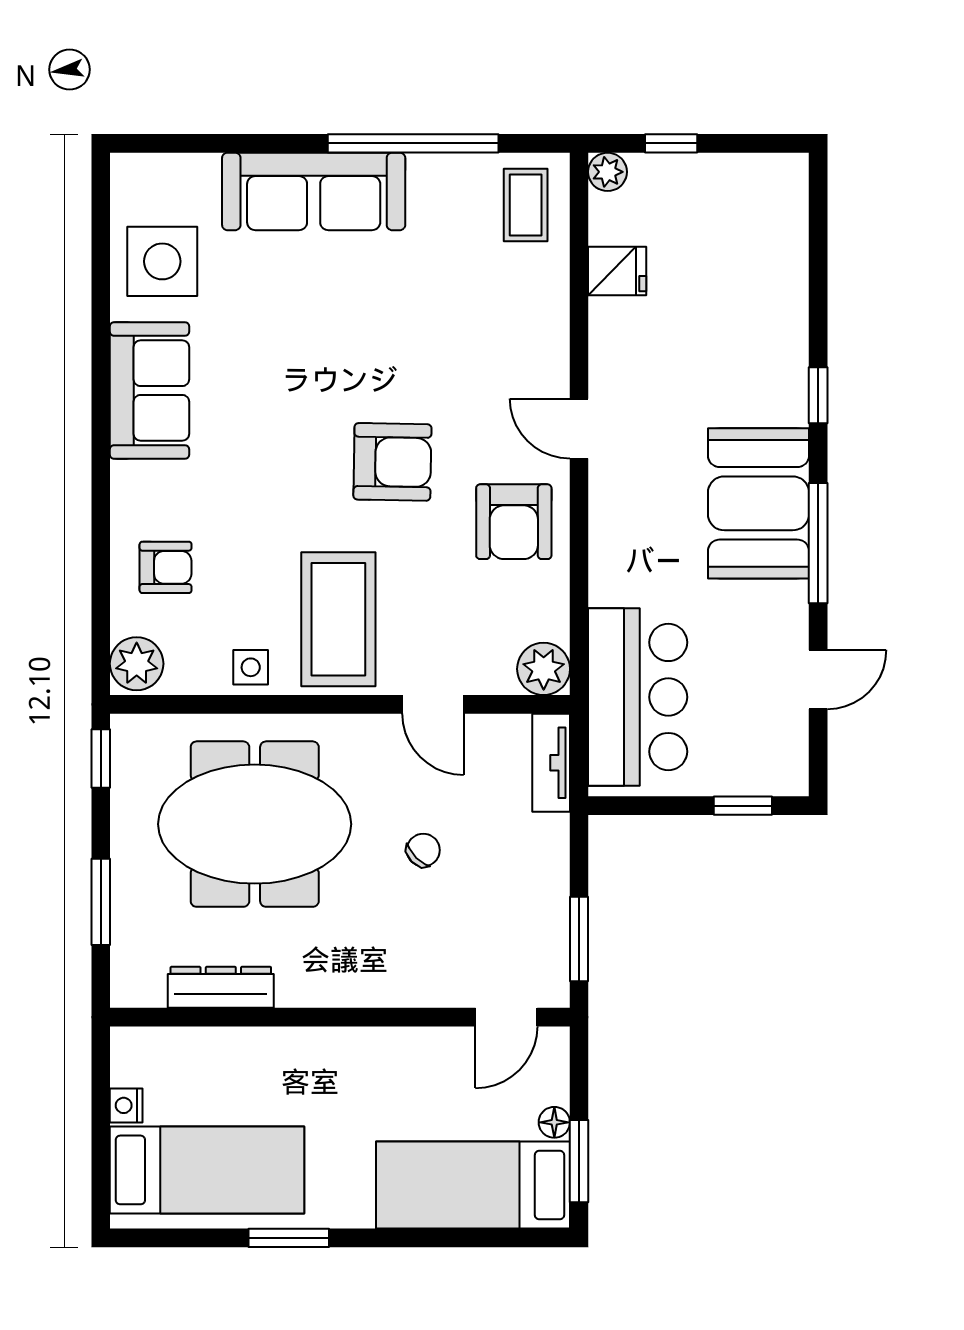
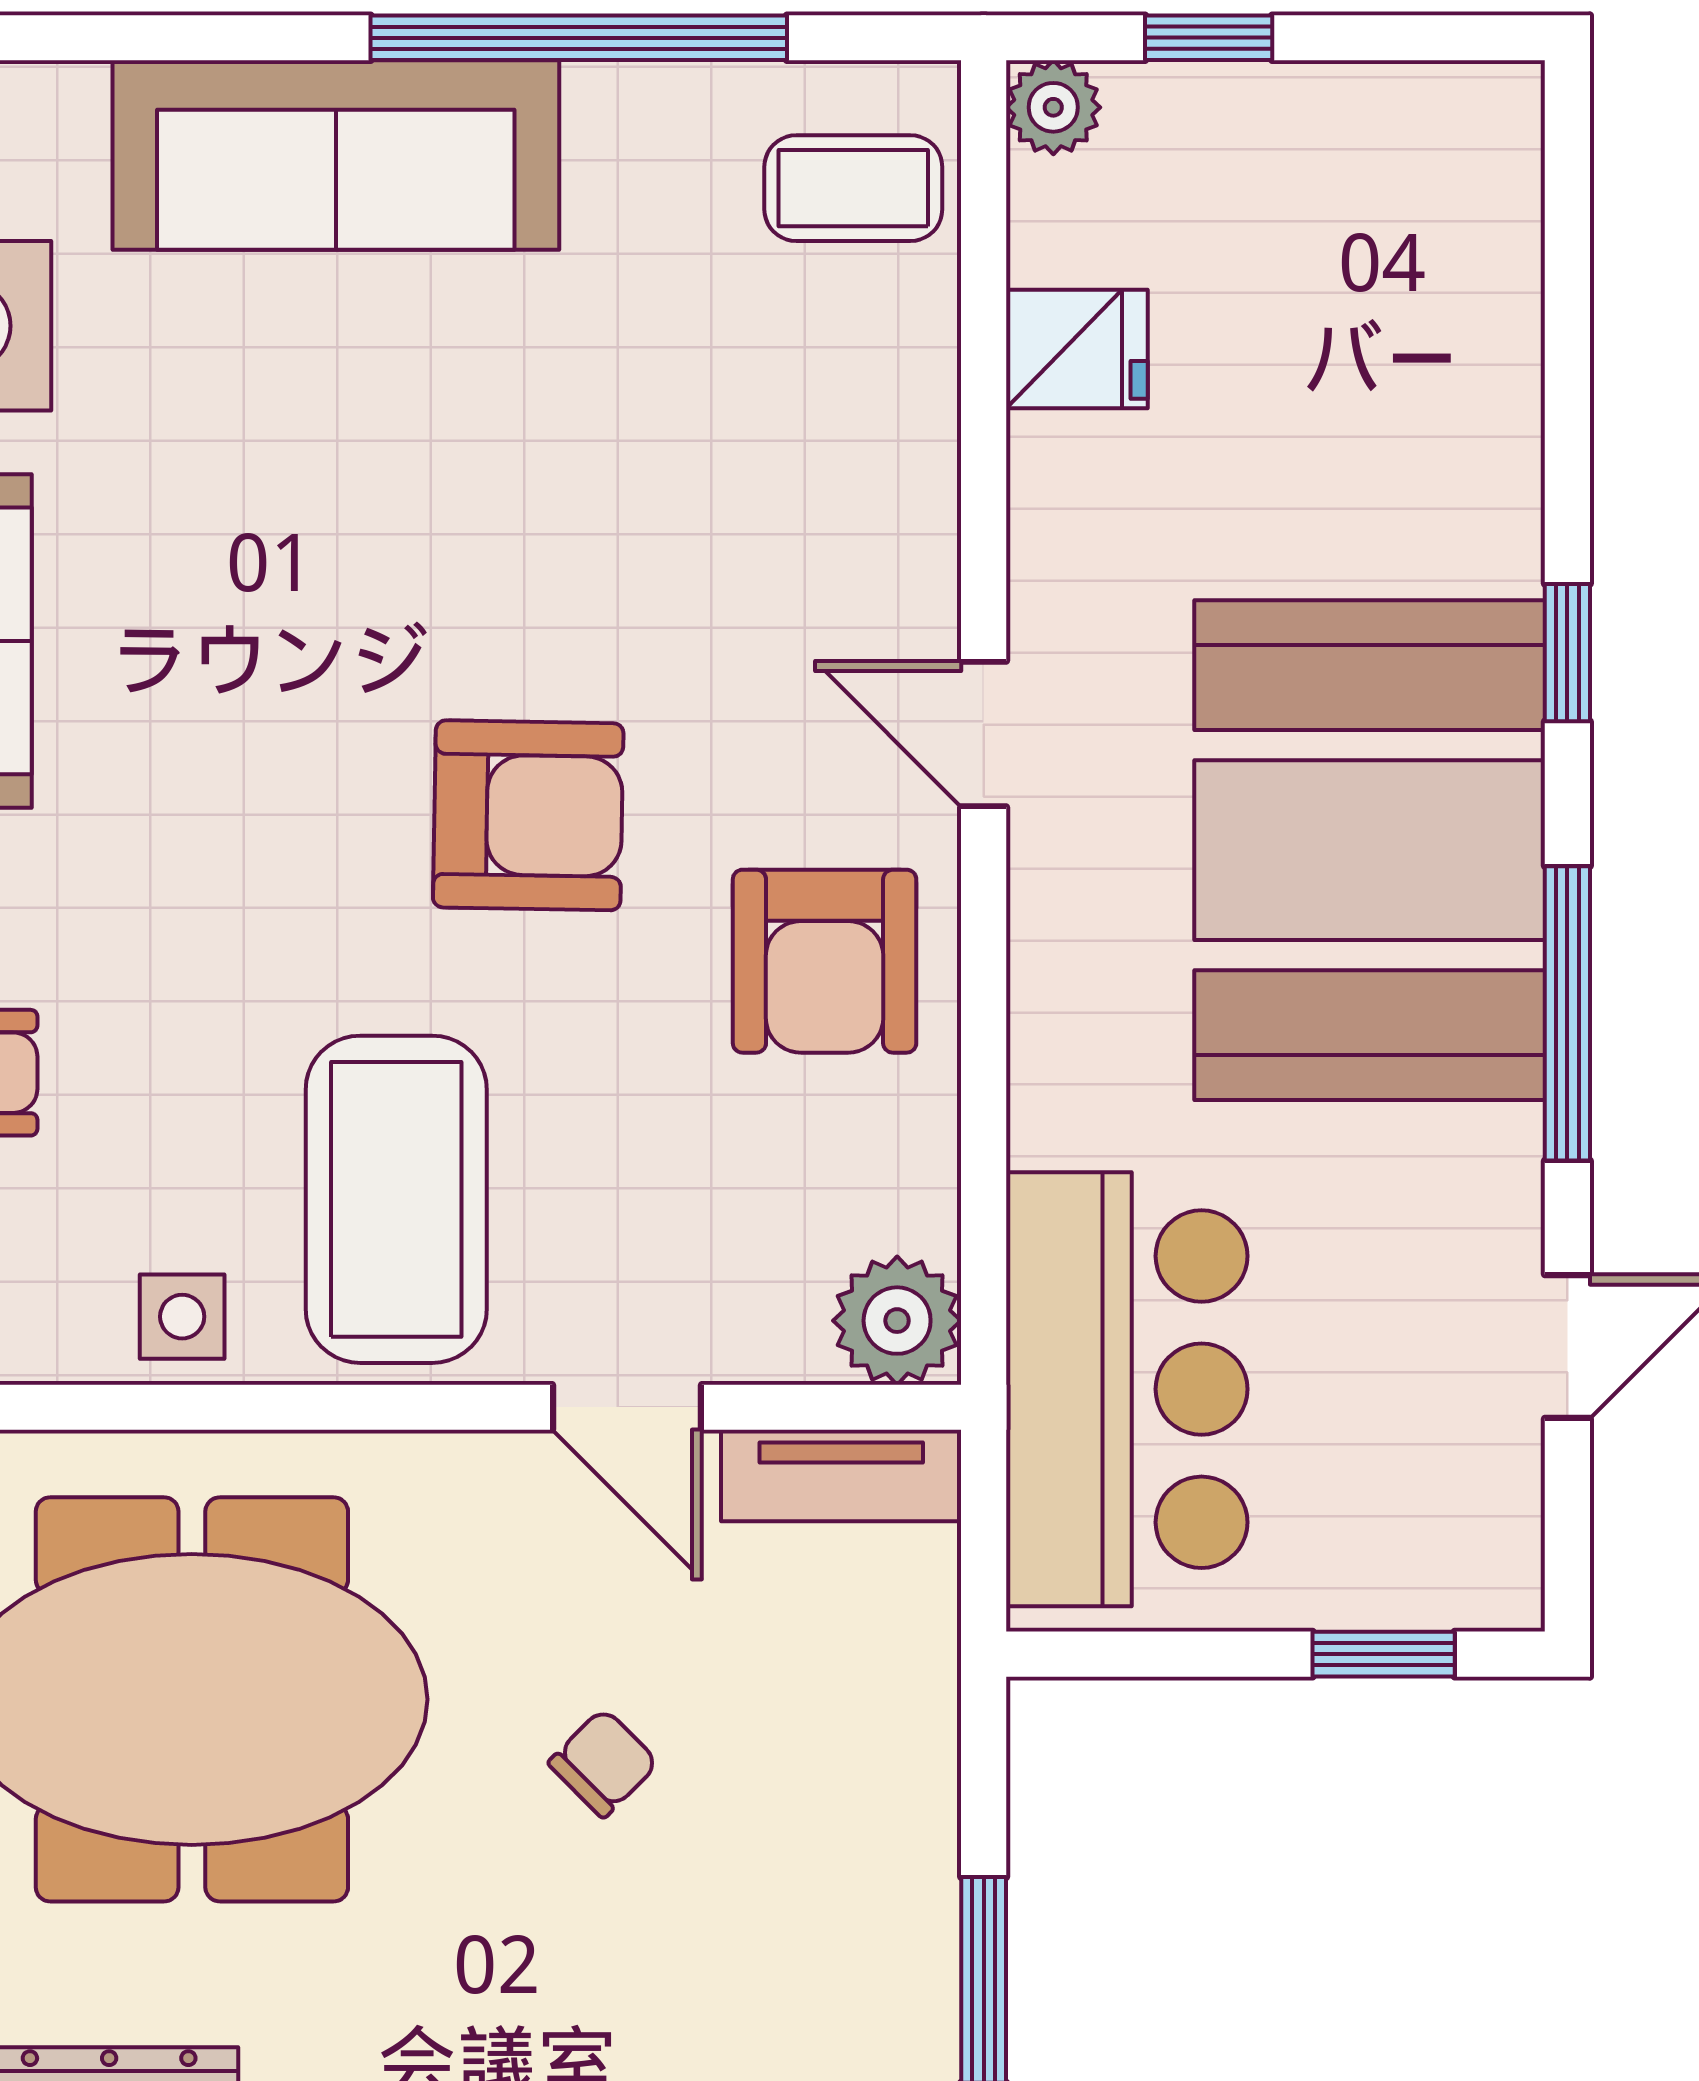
coffee table: (526, 205) -> (853, 188), turned 90
booth: (758, 503) -> (1370, 850), width x1.36, depth x1.42
tv unit: (551, 763) -> (841, 1475), moved, turned -90

